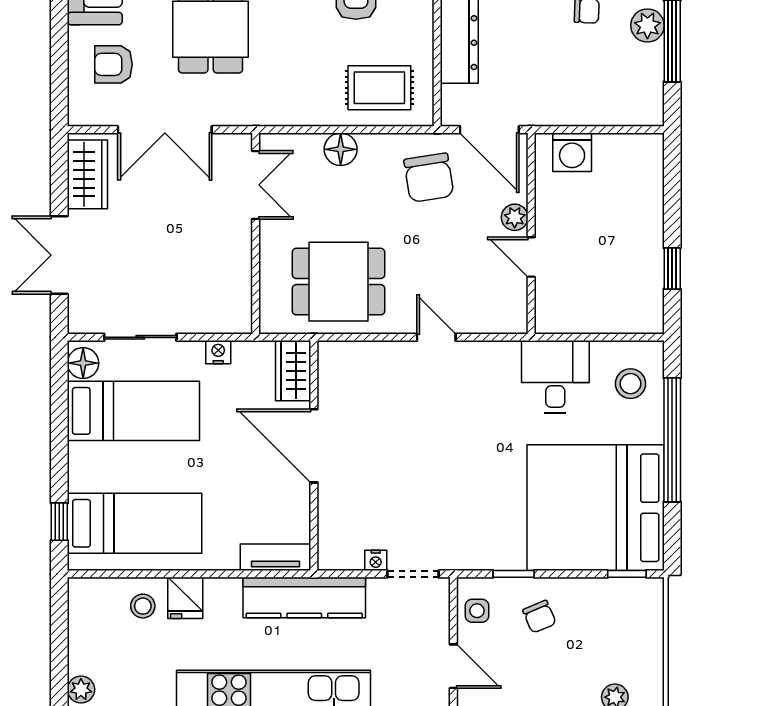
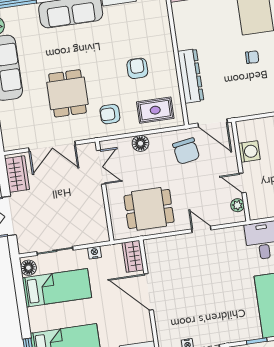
armchair: (113, 64) -> (110, 114), moved
washing machine: (572, 152) -> (249, 151), moved, turned -90
plant: (515, 217) -> (237, 205), moved

